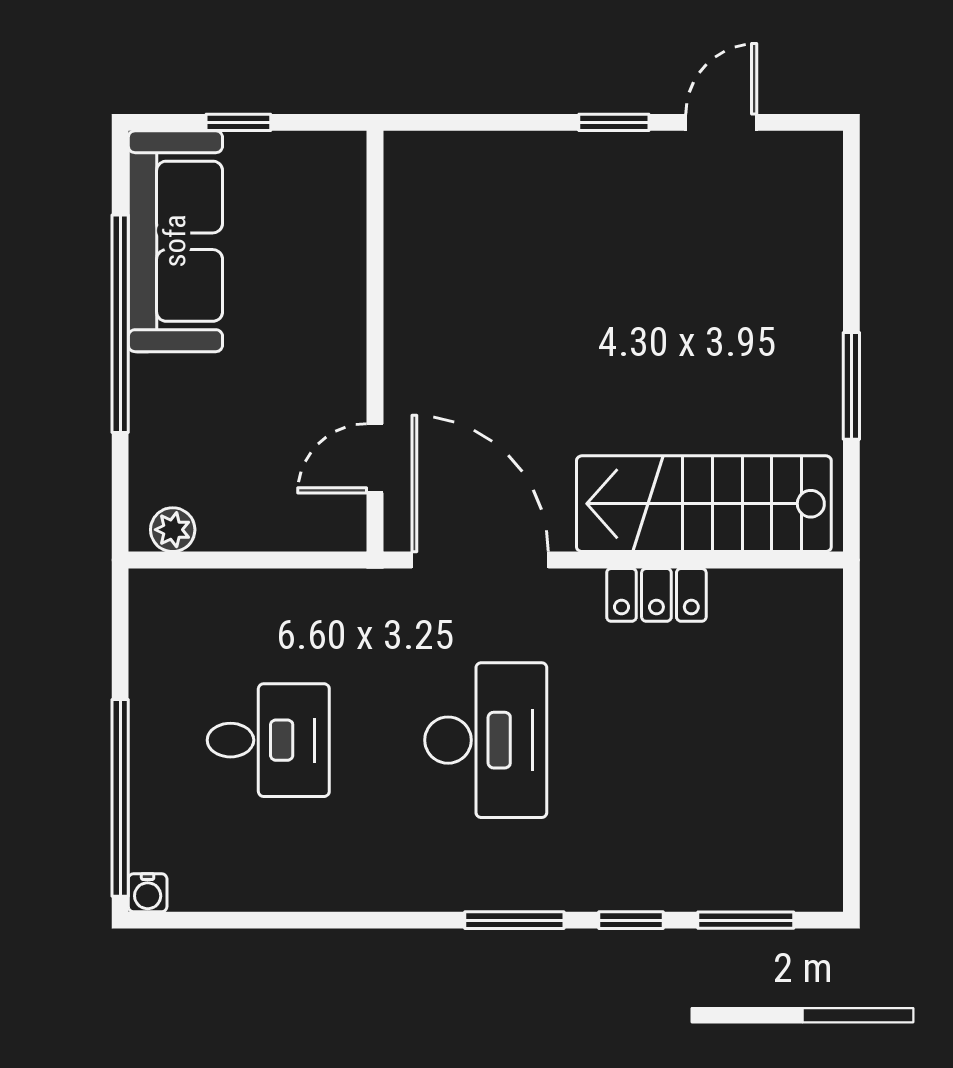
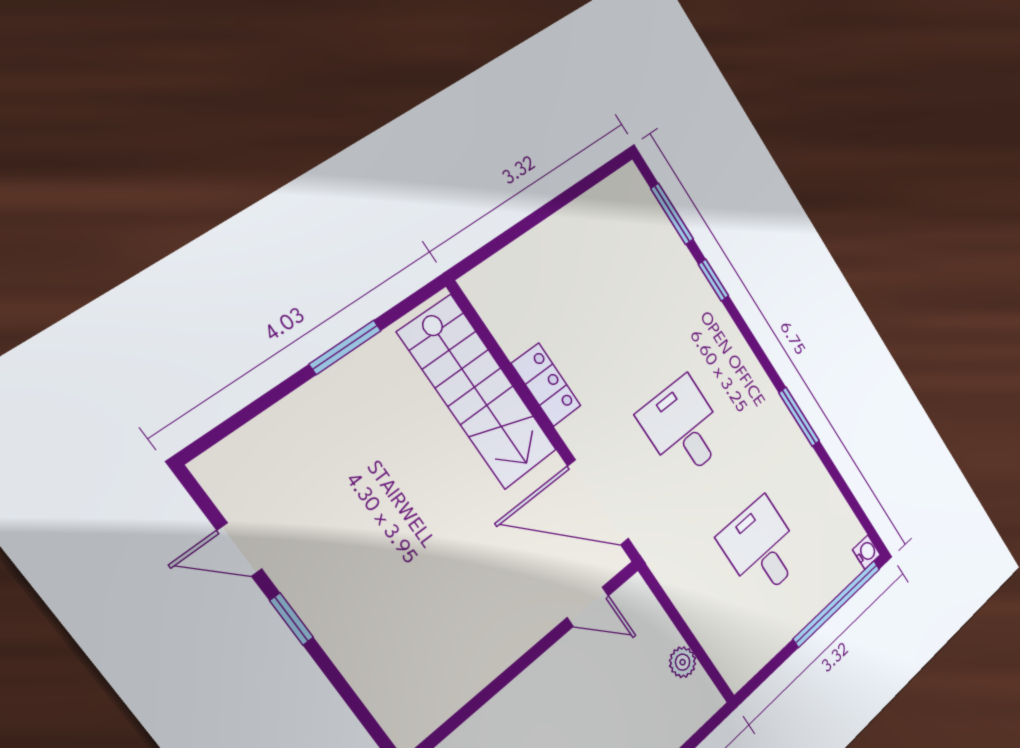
plant: (173, 530) -> (683, 662), moved
door: (480, 560) -> (598, 503), hinge flipped
desk: (486, 740) -> (683, 428), width x0.73
window: (514, 920) -> (799, 417), moved

